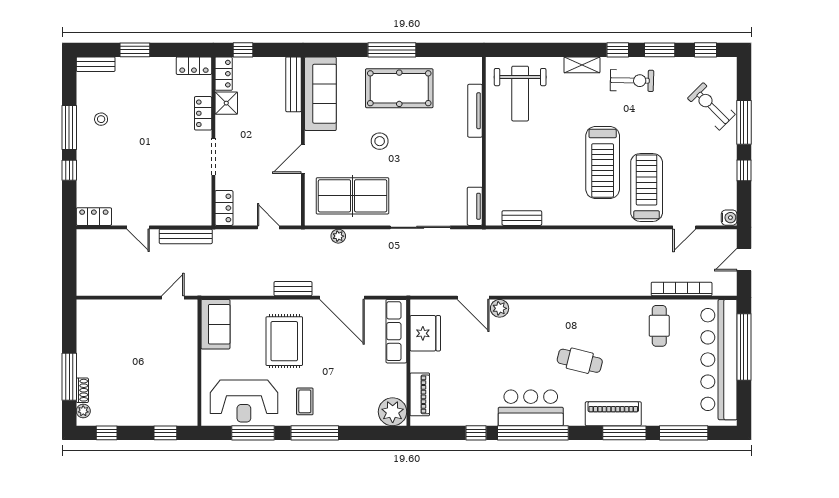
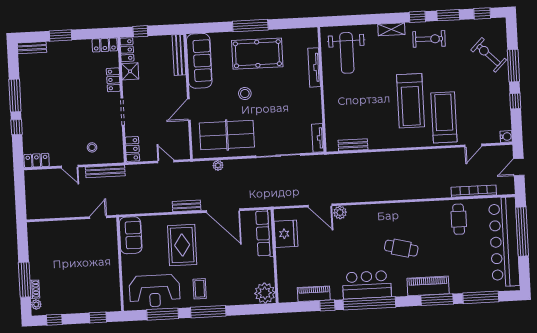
stool: (101, 119) -> (92, 147), moved
piano: (420, 394) -> (314, 294), moved, turned -90

